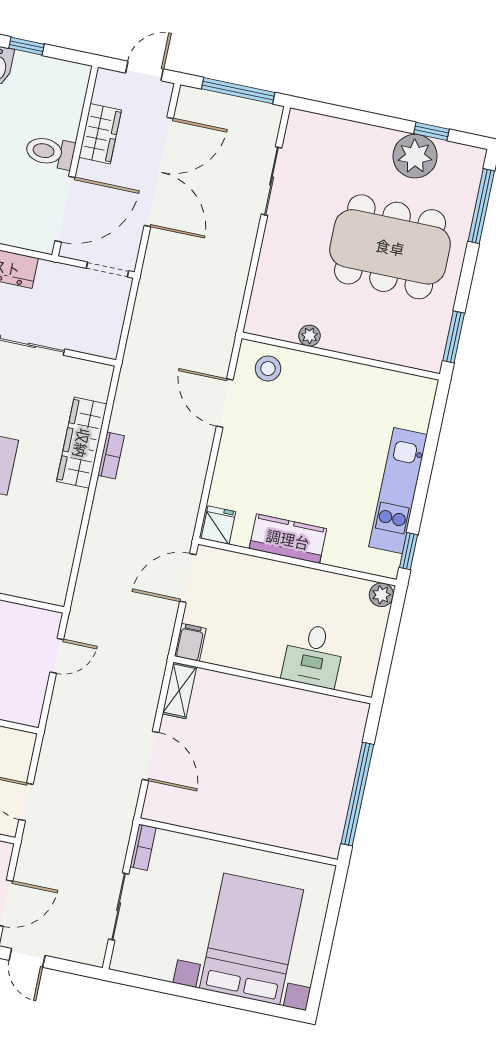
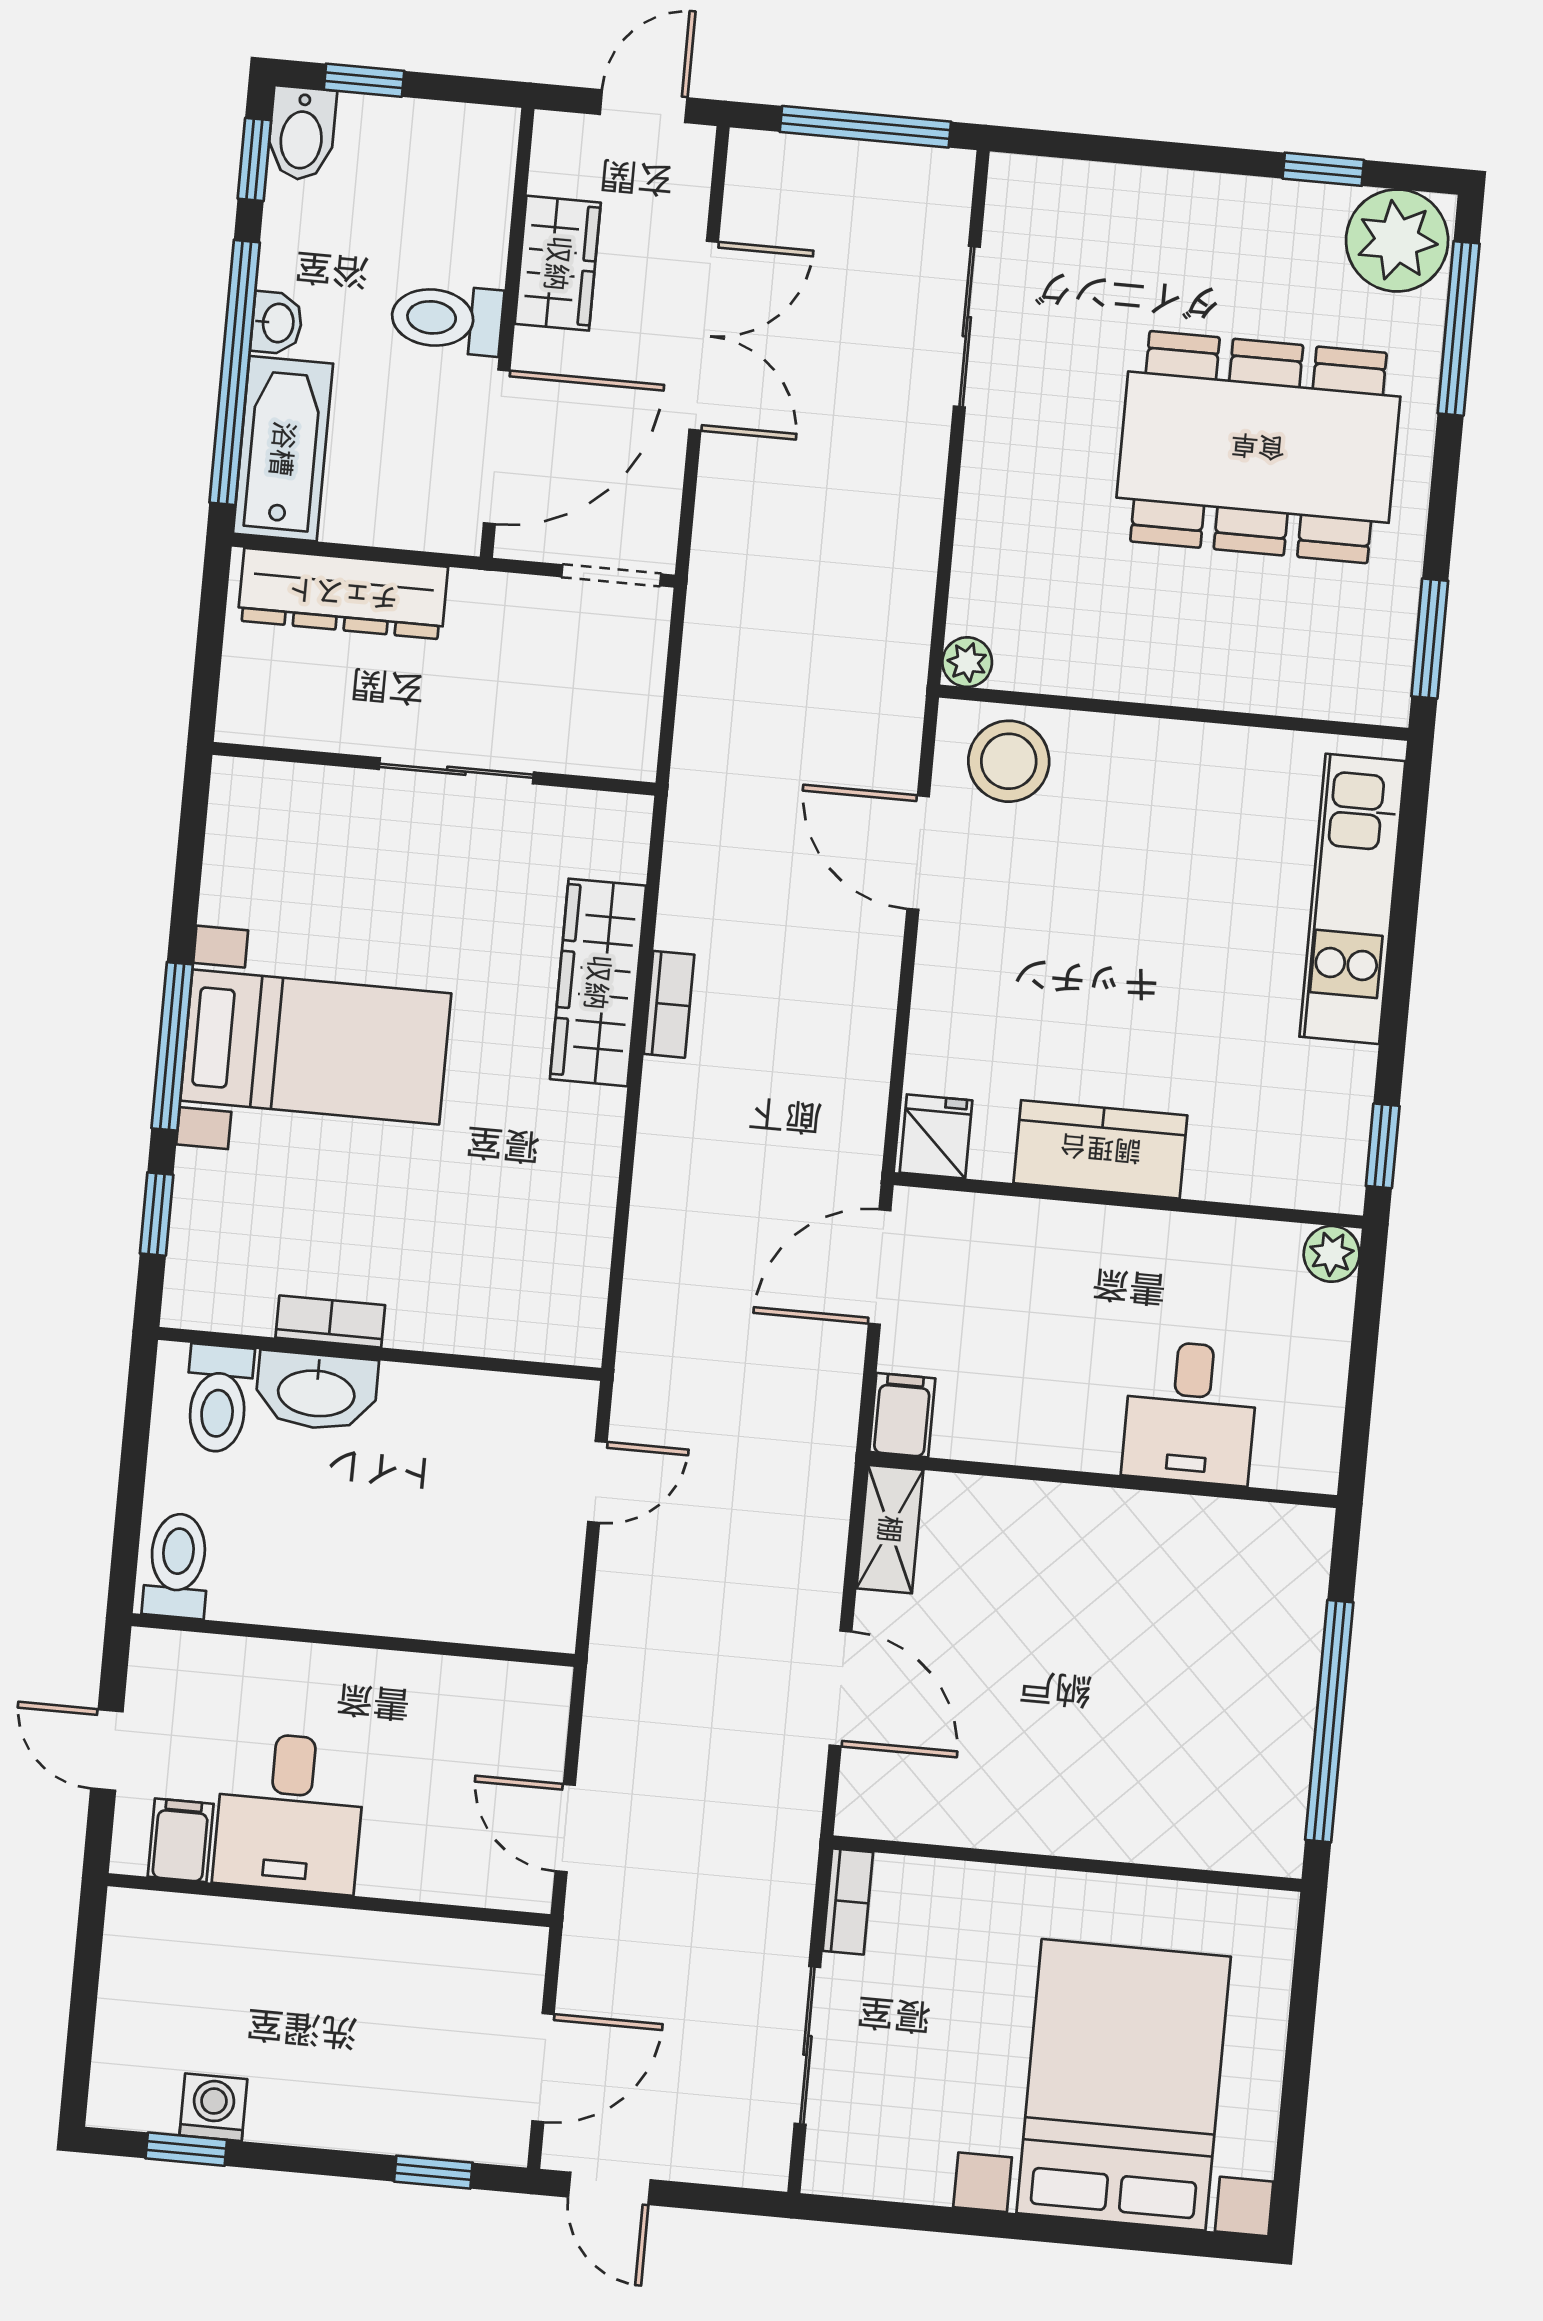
plant: (415, 156) -> (1397, 240), moved
double door: (159, 172) -> (704, 336), width x0.73
plant: (310, 336) -> (967, 662), moved
stool: (268, 369) -> (1009, 761), width x1.38, depth x1.38
kitchen unit: (398, 491) -> (1352, 899), moved

